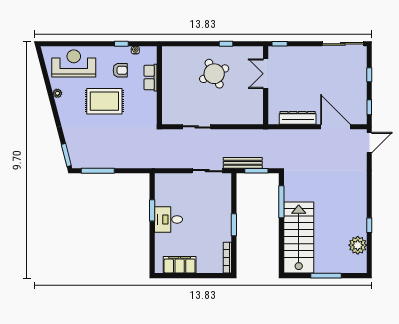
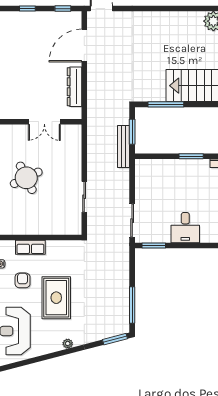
double door: (266, 74) -> (44, 122), moved
plant: (57, 93) -> (68, 344), moved
sliding door: (207, 171) -> (132, 221), moved
window: (152, 210) -> (154, 246), moved
window: (369, 225) -> (192, 9), removed

